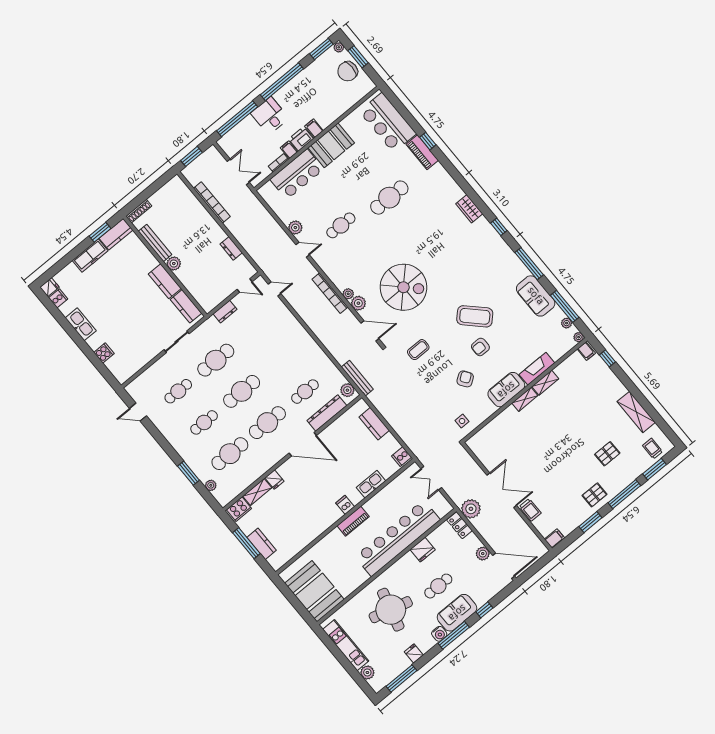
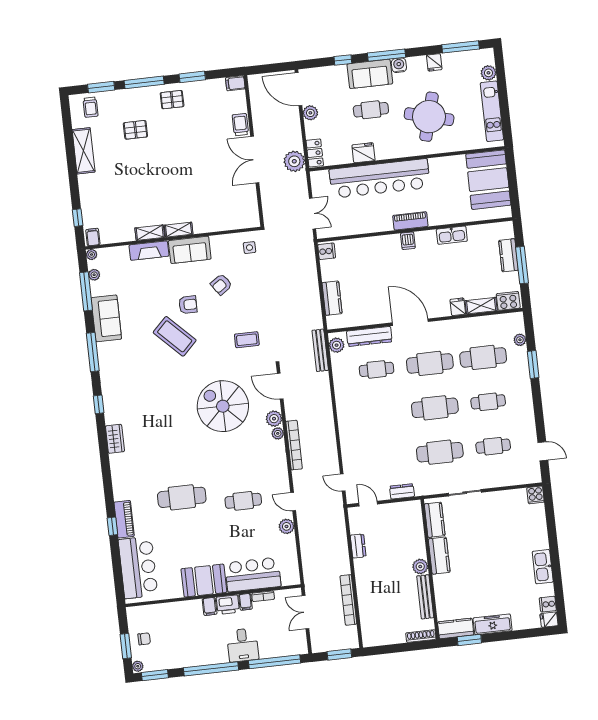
chair: (348, 71) -> (144, 639), width x0.54, depth x0.54
cooker: (104, 353) -> (535, 495), moved, turned -90
kitchen sink: (371, 484) -> (452, 235), moved

